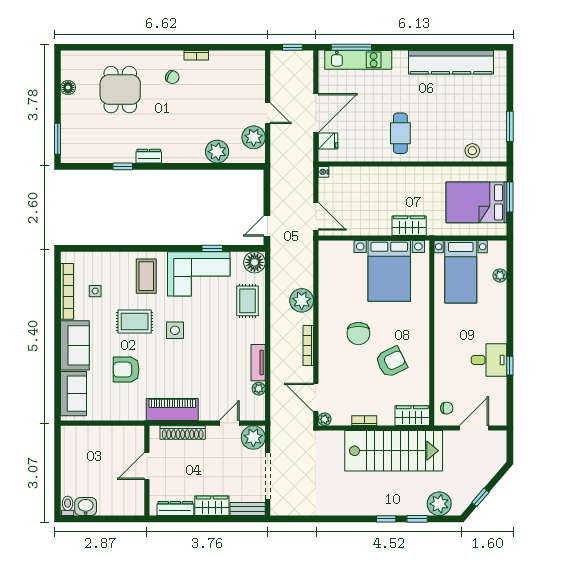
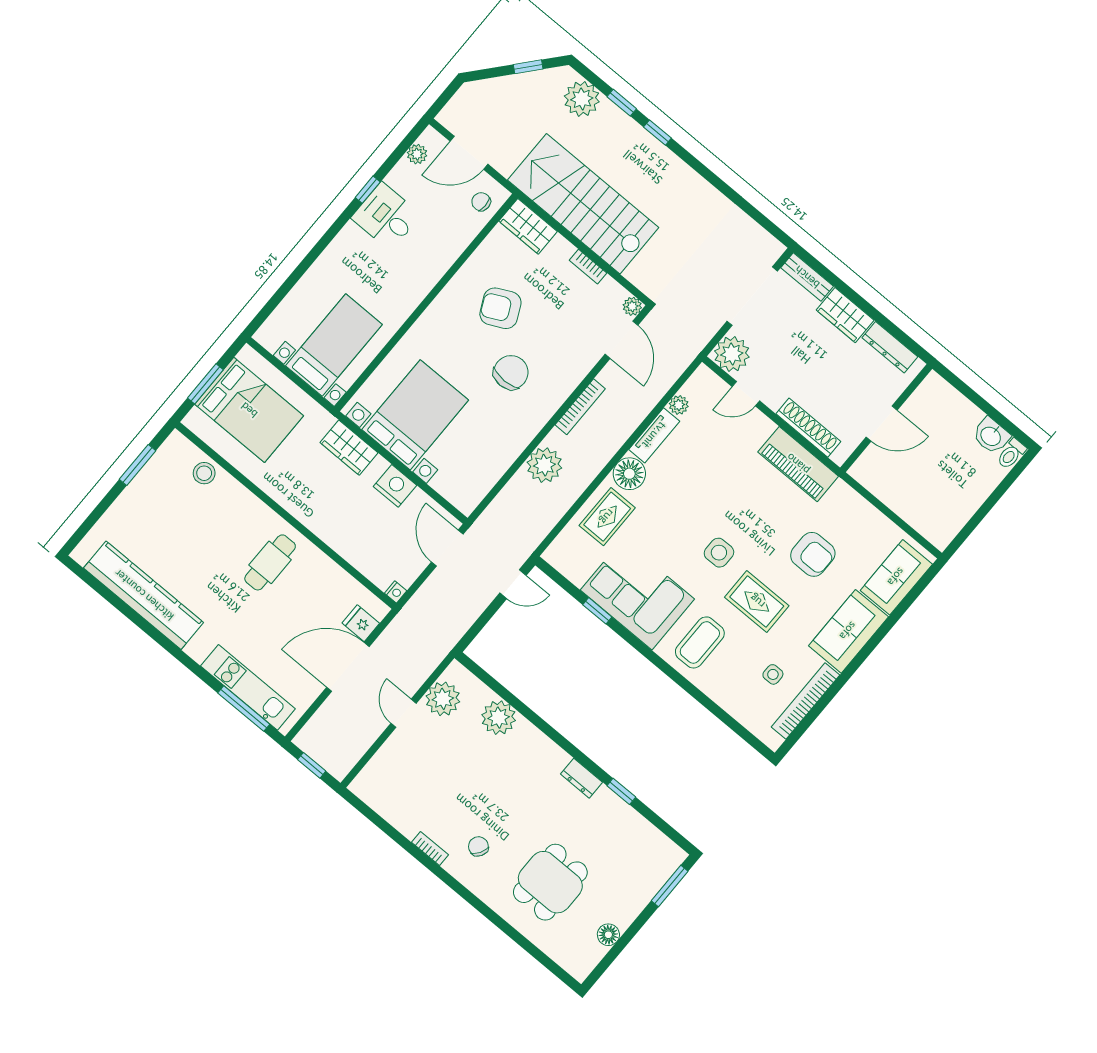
nightstand: (369, 226) -> (395, 486), added
floor lamp: (254, 262) -> (629, 474), moved
plant: (500, 275) -> (417, 154), moved

